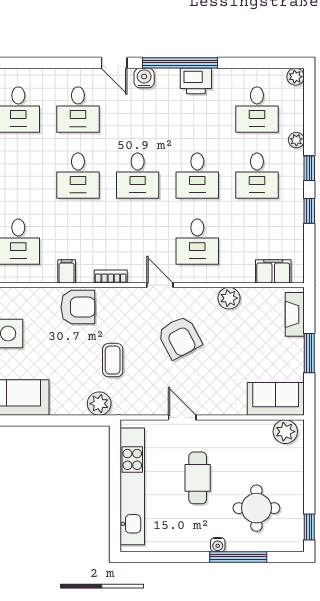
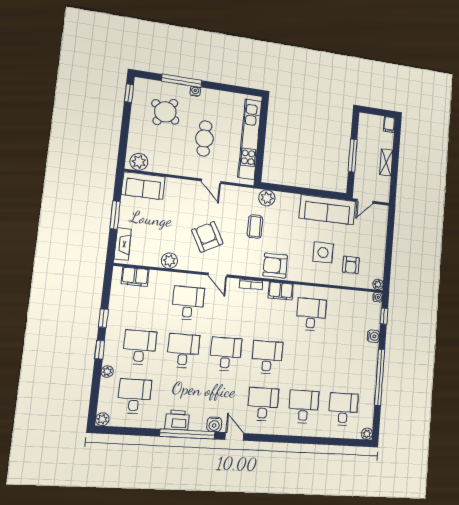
filing cabinet: (67, 271) -> (281, 291), width x2.00
round table: (256, 508) -> (165, 112), turned 35

